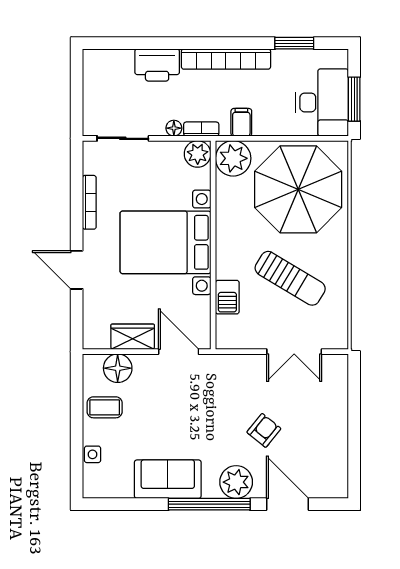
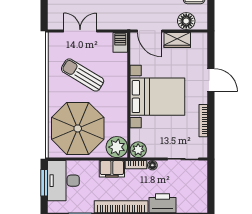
filing cabinet: (241, 122) -> (112, 169), width x2.00
barbecue: (227, 297) -> (120, 42), moved

